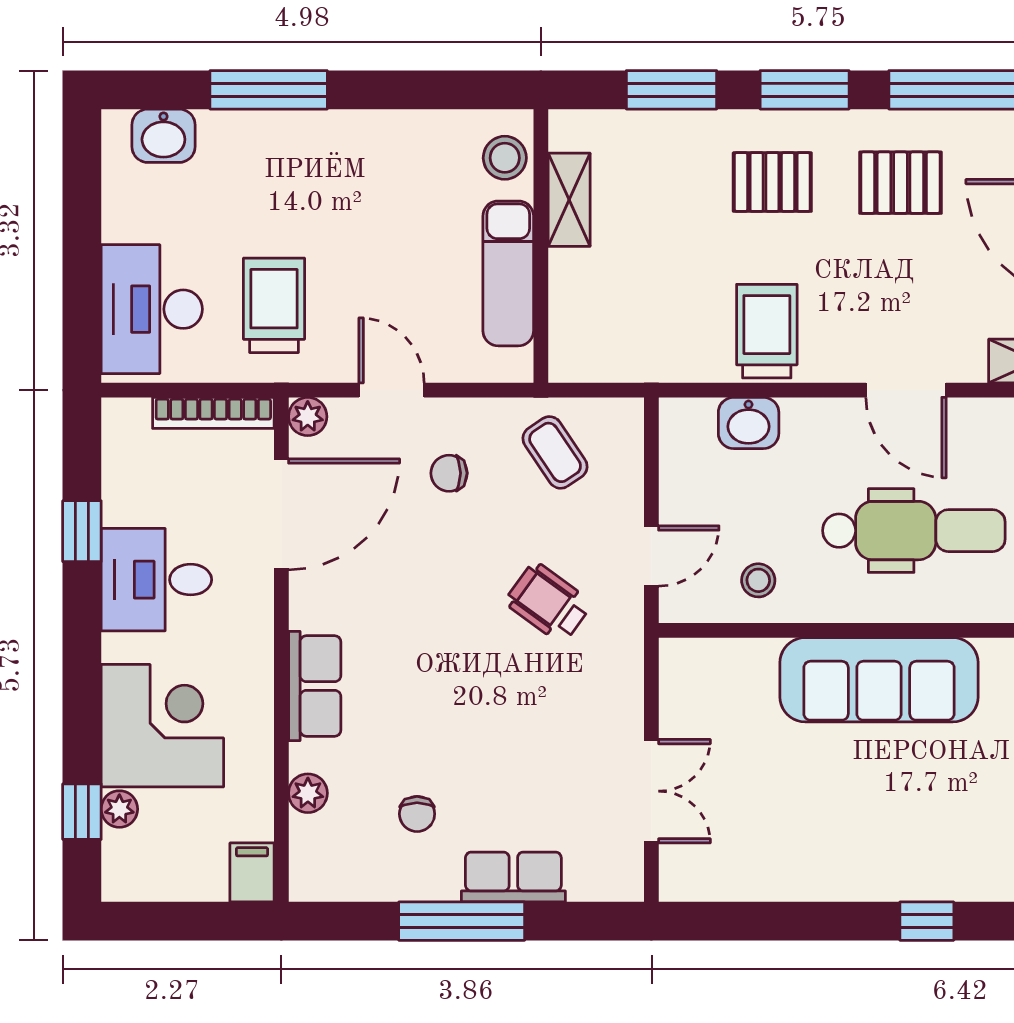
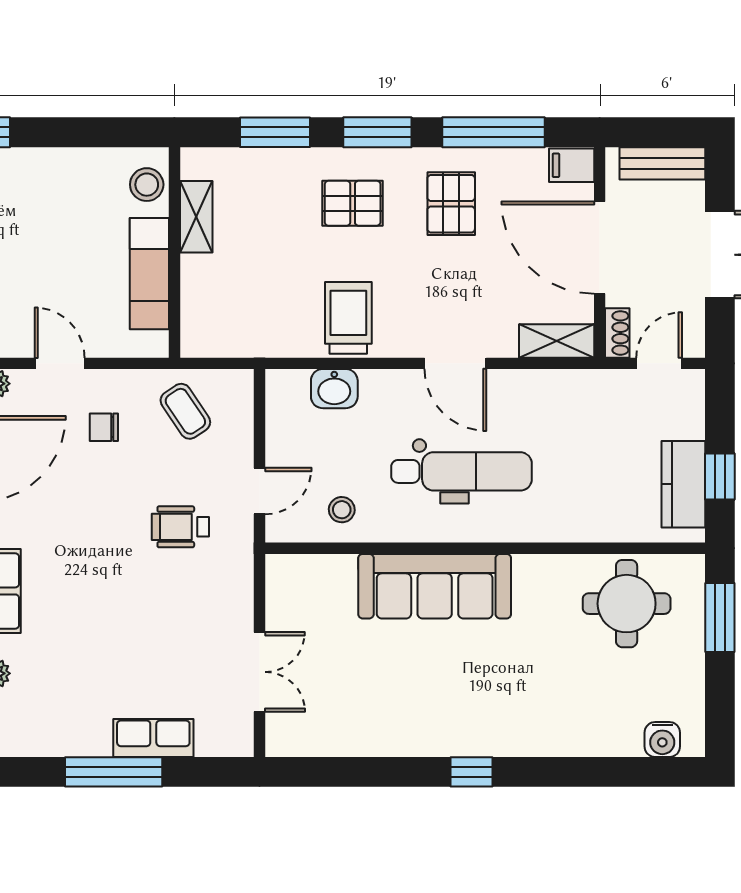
pallet: (900, 183) -> (451, 204), turned 90
wheelchair: (548, 603) -> (180, 527), turned -36
chair: (417, 814) -> (79, 689), removed

